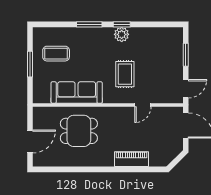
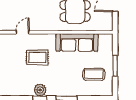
rug: (125, 74) -> (37, 57), turned 90

